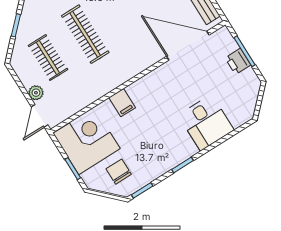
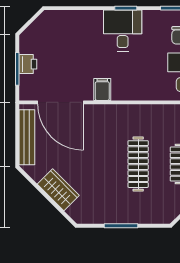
filing cabinet: (122, 103) -> (102, 90), moved
desk: (206, 123) -> (123, 30), moved

